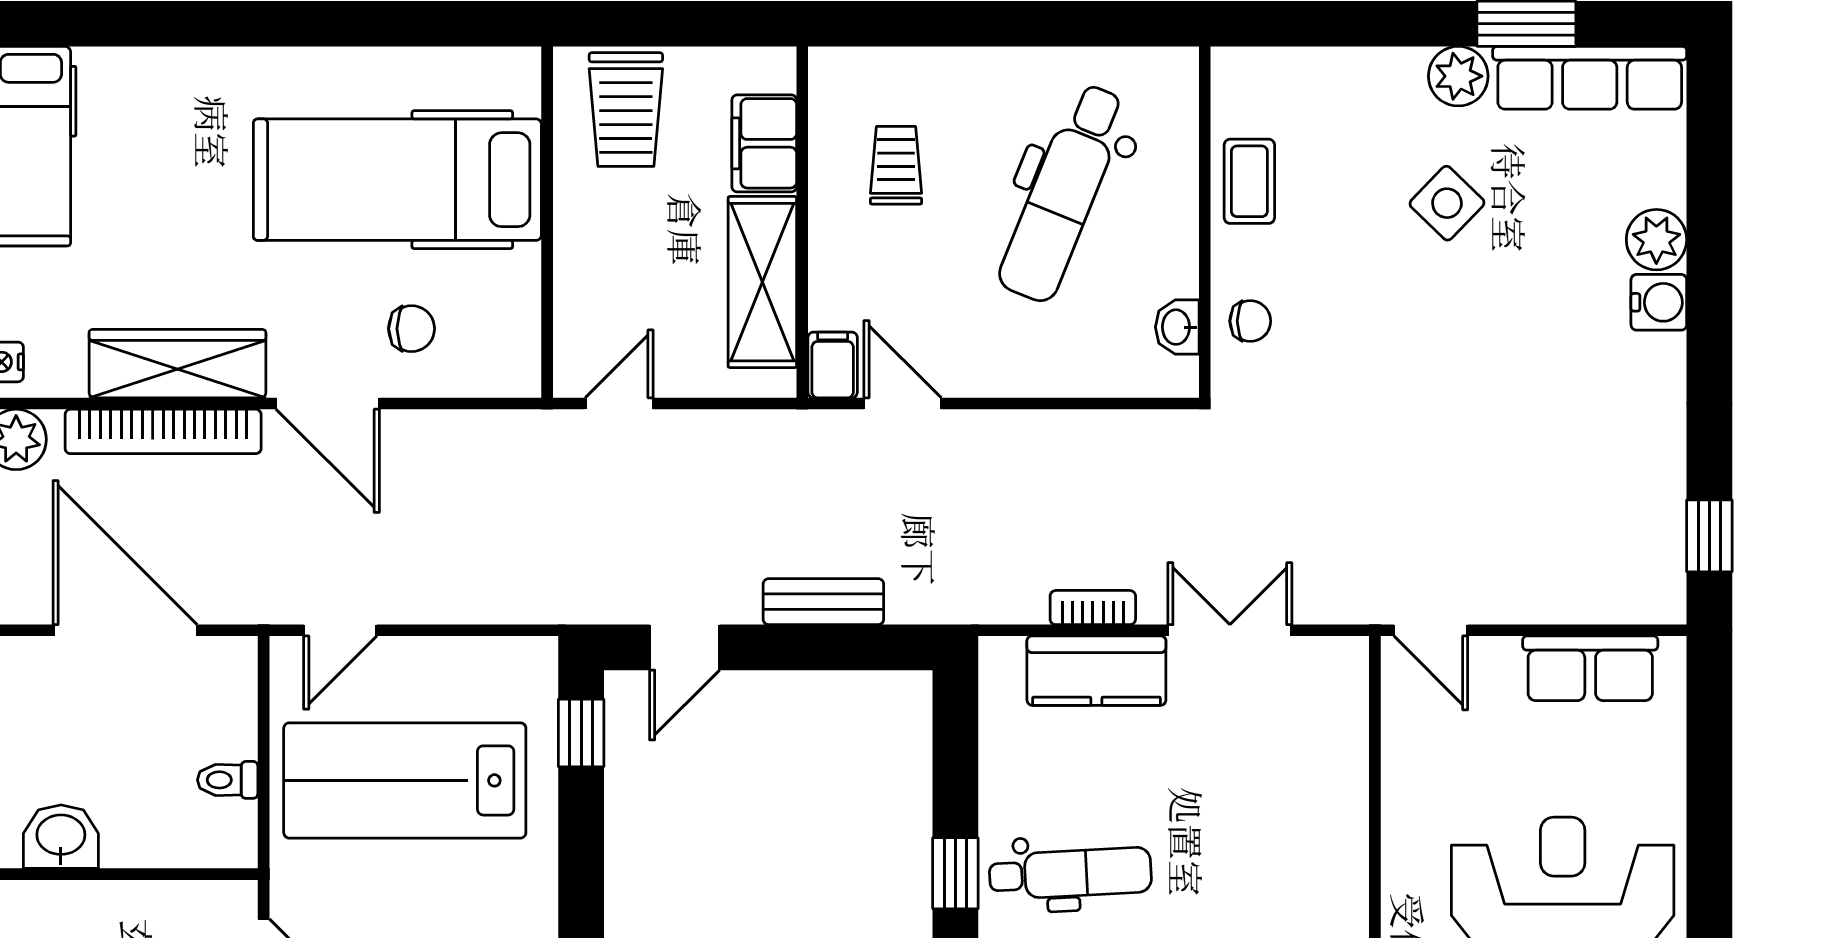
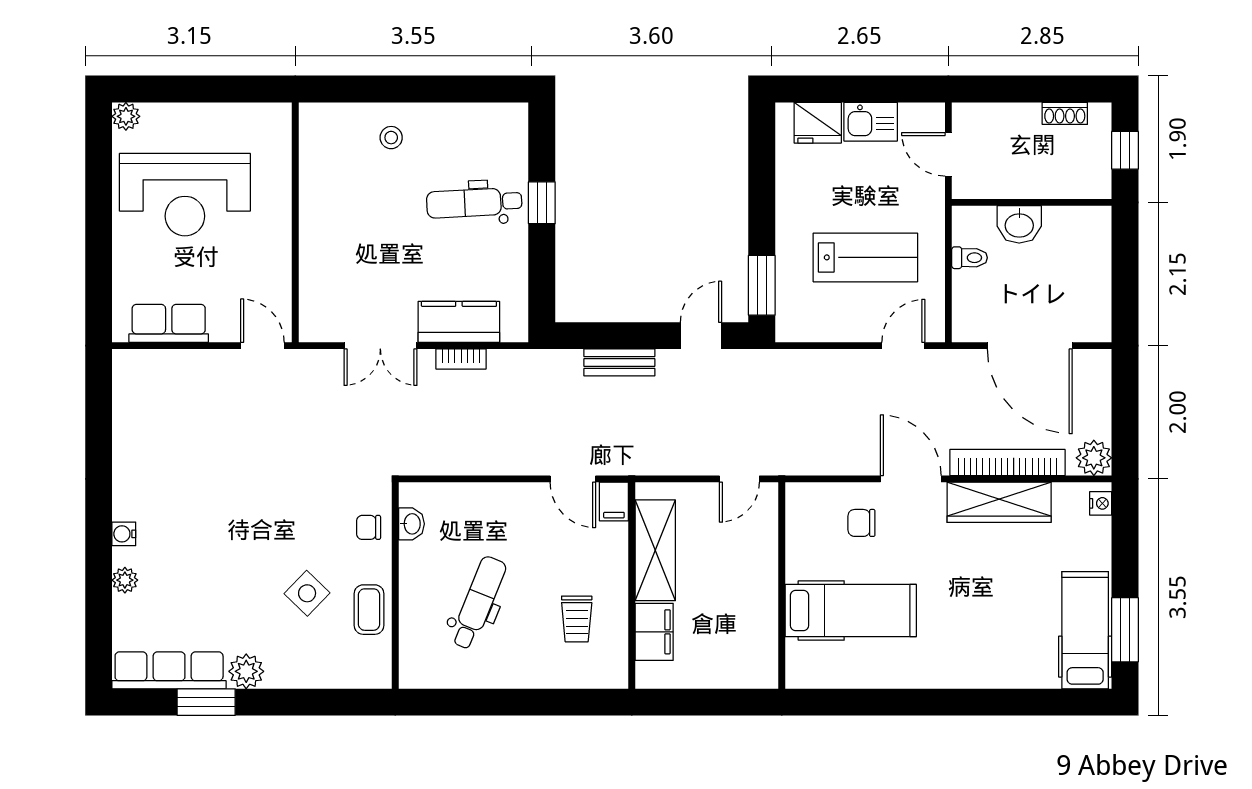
trolley: (626, 110) -> (735, 652), removed
hospital bed: (397, 180) -> (851, 610), width x0.73, depth x0.78
dental chair: (1063, 193) -> (478, 603), width x0.73, depth x0.72
side table: (1447, 203) -> (307, 593), moved
plant: (1656, 240) -> (125, 580), width x0.73, depth x0.73
water cooler: (1659, 302) -> (124, 534), width x0.72, depth x0.72
window: (1709, 536) -> (99, 401), removed
window: (581, 733) -> (762, 285), width x1.50
lab bench: (405, 780) -> (865, 257), width x0.73, depth x0.72
washbasin: (61, 837) -> (1019, 224), moved

